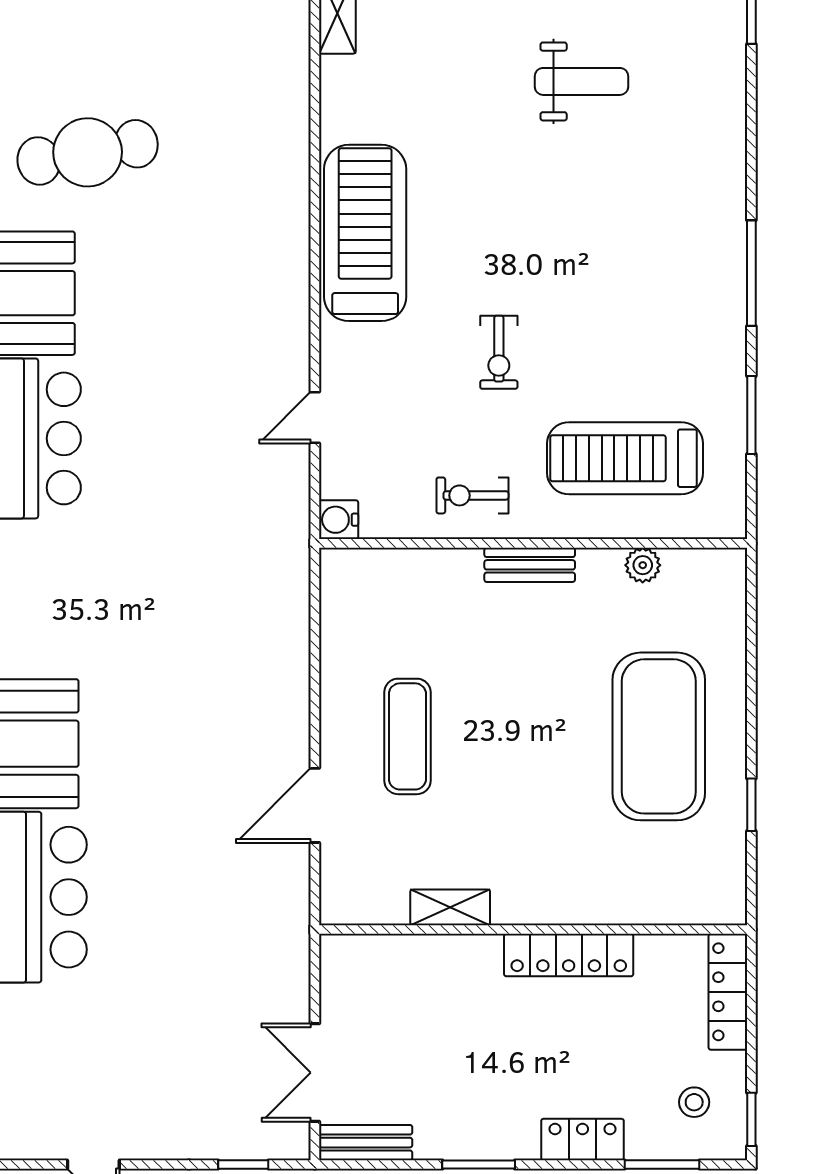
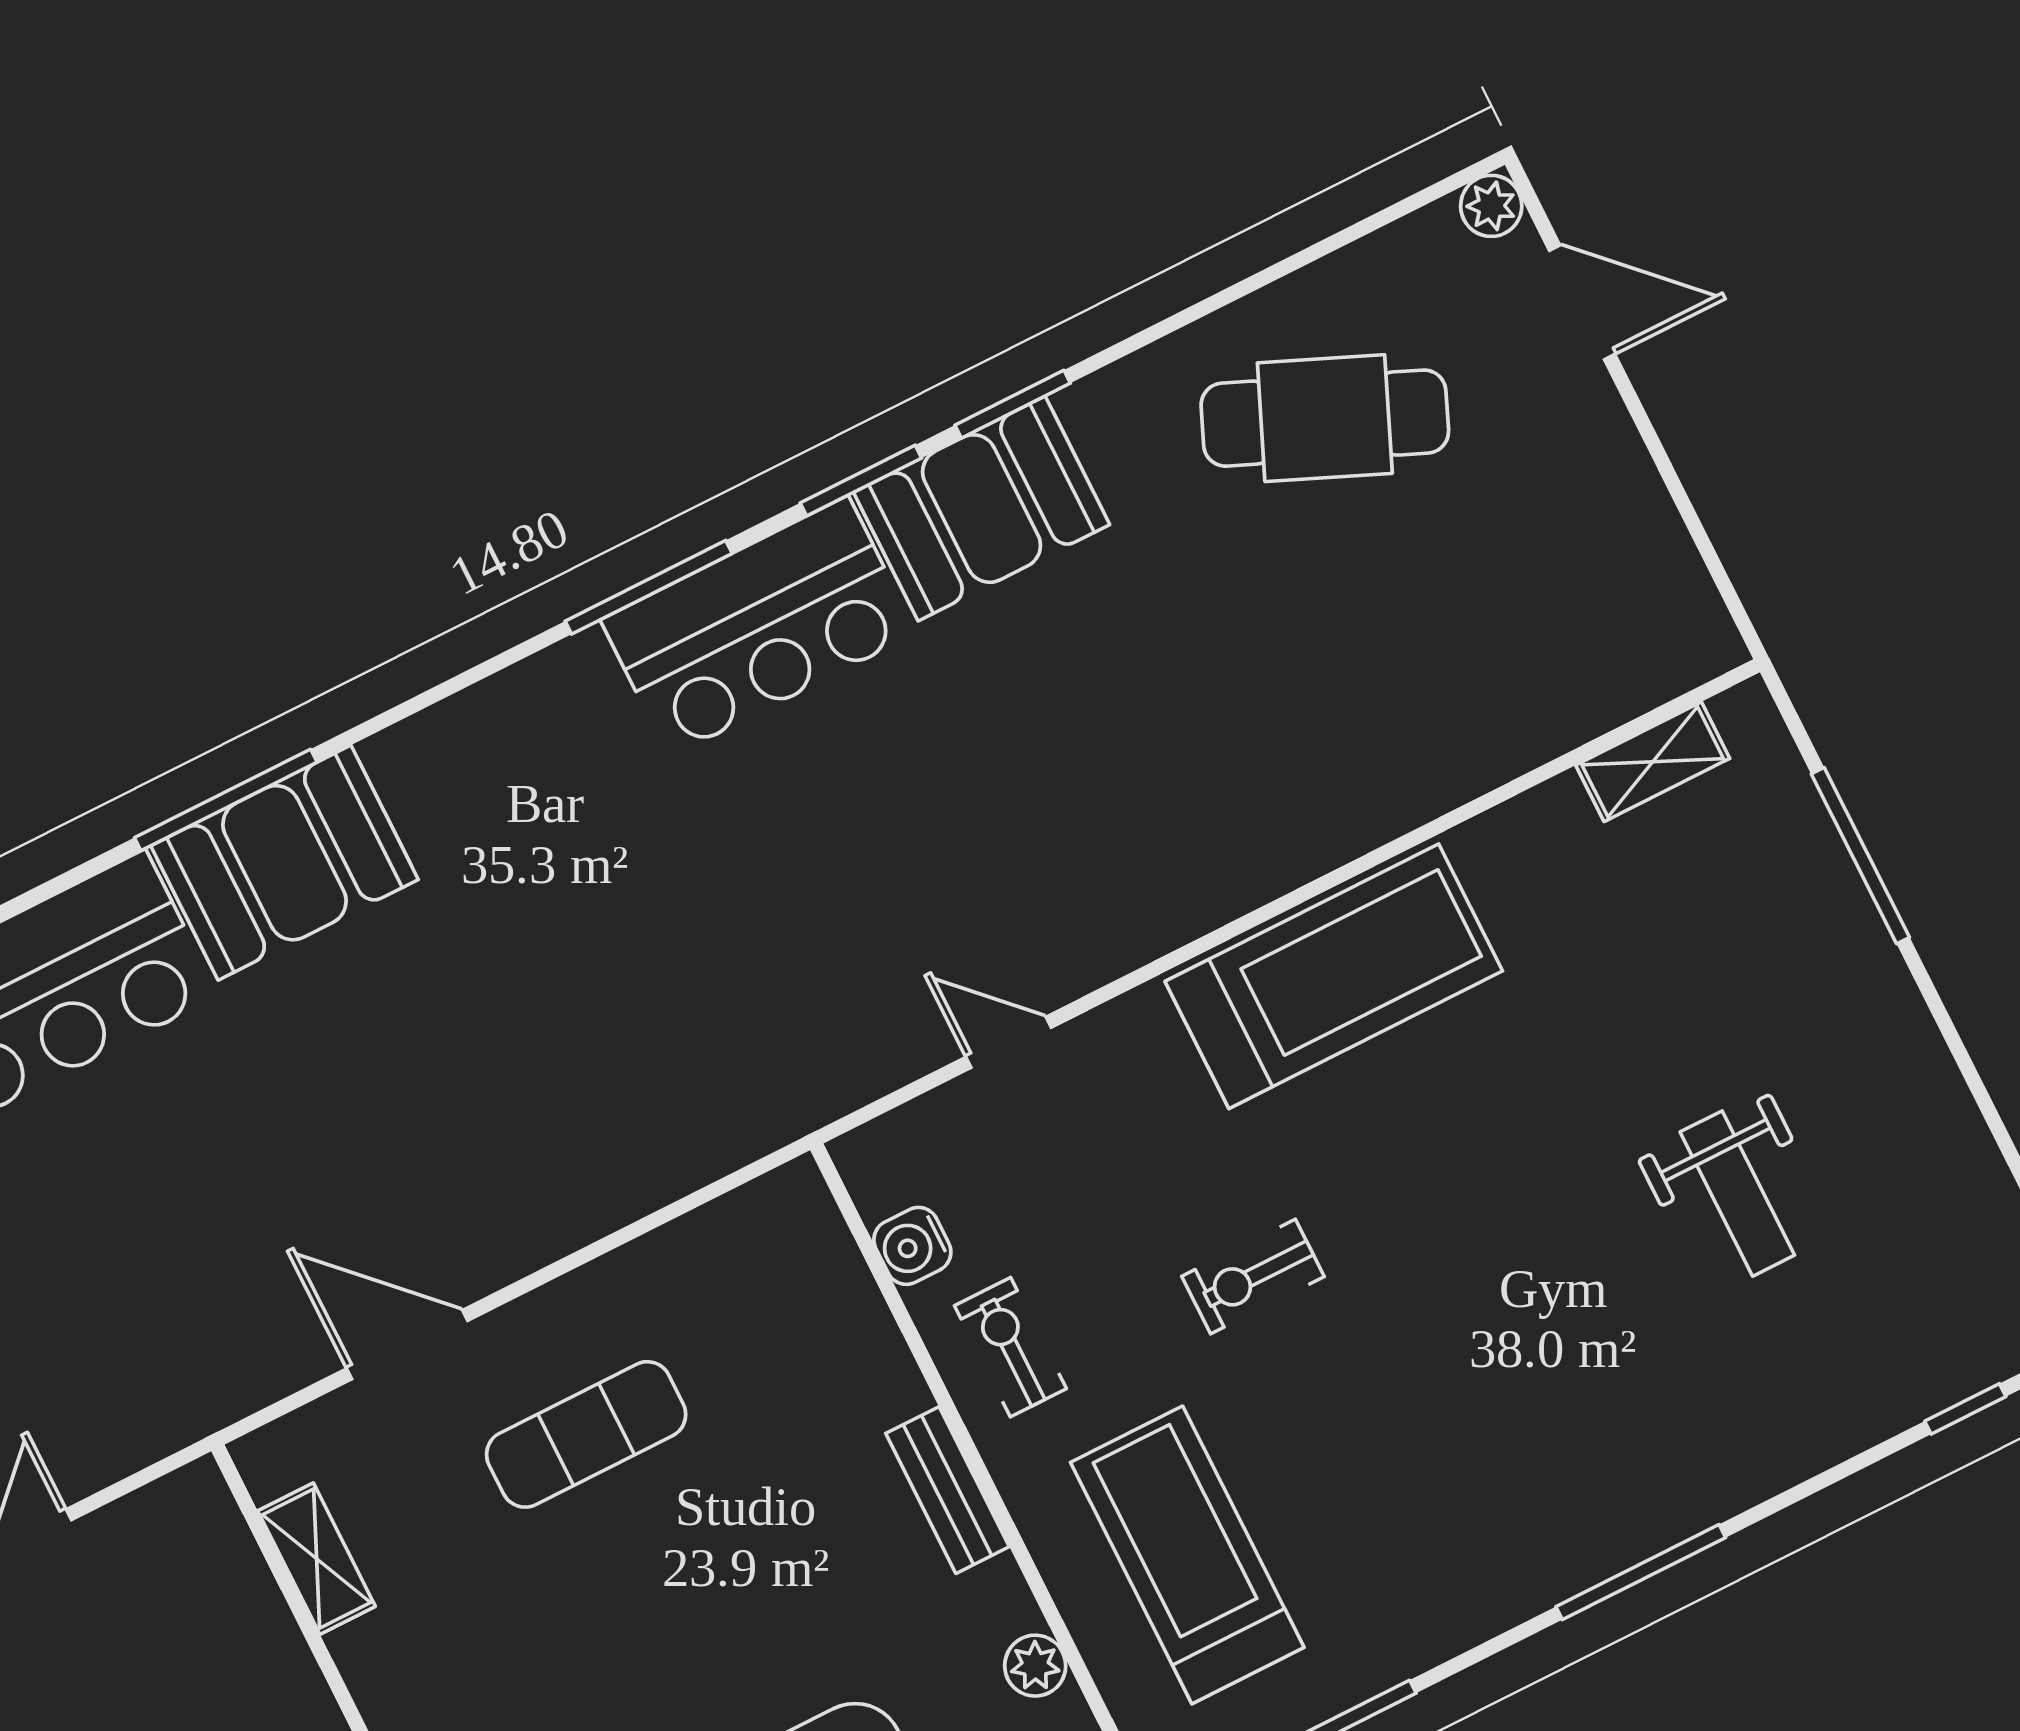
cafe table: (88, 152) -> (1325, 418), moved, turned -57
window: (751, 273) -> (1641, 1572), moved
water cooler: (339, 520) -> (912, 1246), moved, turned -90
shelving: (450, 907) -> (317, 1559), moved

